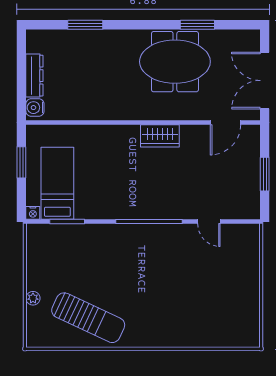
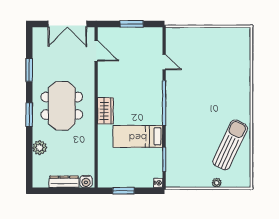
window: (85, 25) -> (29, 115), moved
plant: (84, 40) -> (40, 148), added
meeting table: (175, 62) -> (62, 106), moved
wardrobe: (160, 136) -> (105, 111), moved
bed: (57, 183) -> (138, 136), moved
door: (209, 222) -> (164, 62), hinge flipped

